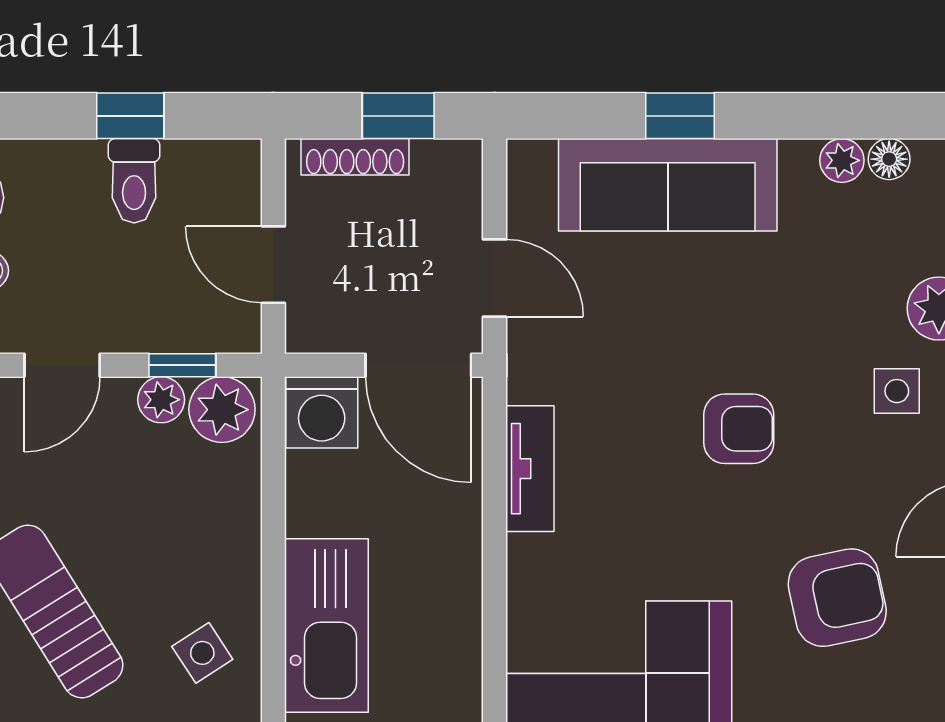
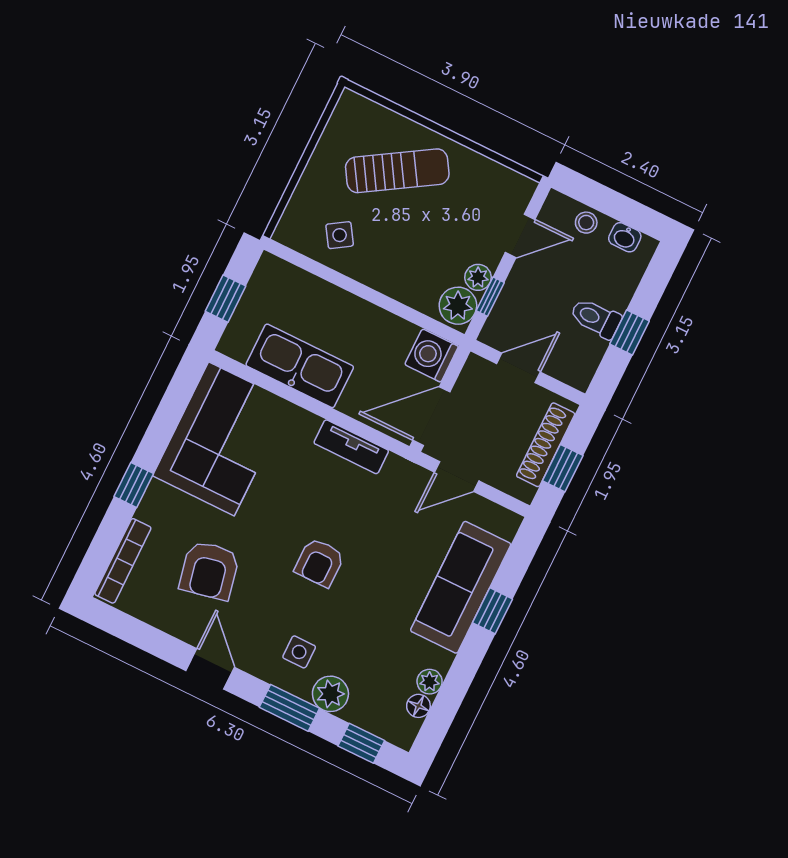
shoe rack: (355, 157) -> (546, 445), width x1.36, depth x1.24
door: (62, 365) -> (520, 236), swing flipped
kitchen sink: (326, 626) -> (300, 366), moved, turned 180

